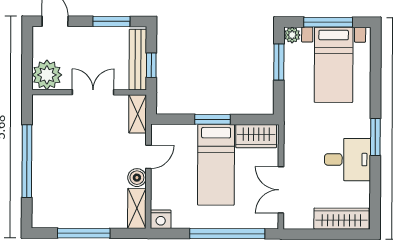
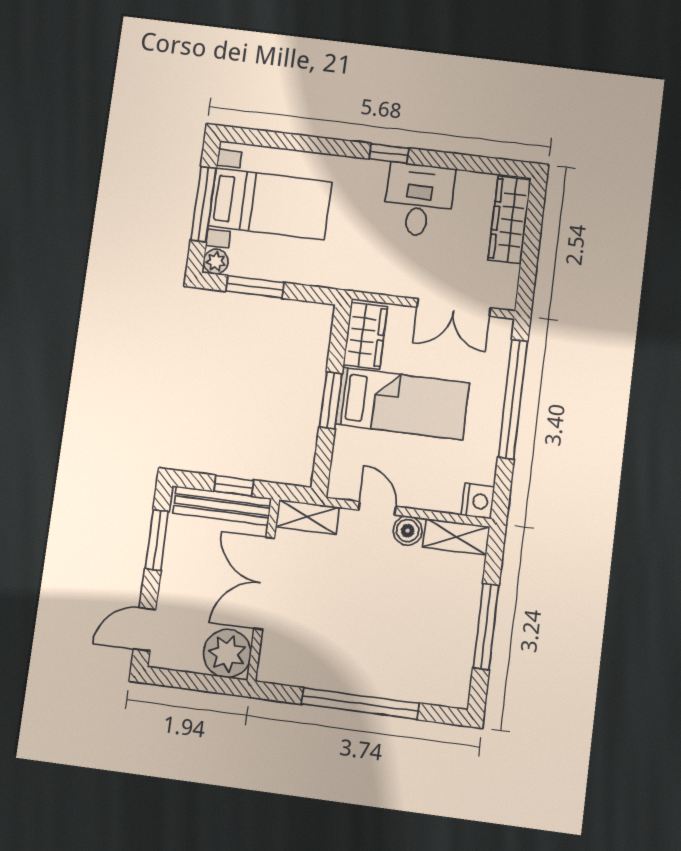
double door: (93, 92) -> (264, 583), width x1.37
window: (375, 137) -> (389, 153), width x0.67

